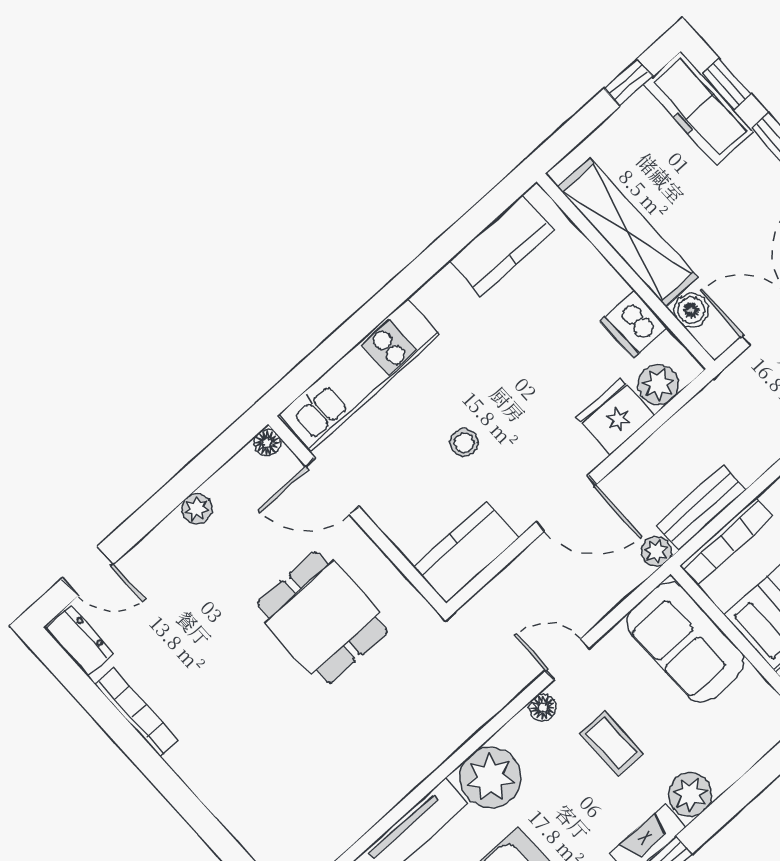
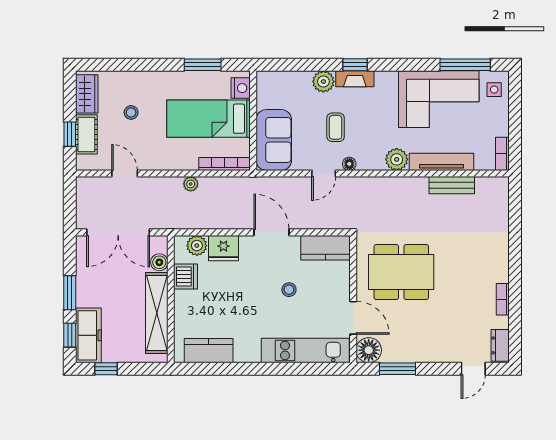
floor lamp: (267, 443) -> (369, 350), width x1.89, depth x1.89
window: (199, 470) -> (397, 369), added
bench: (701, 507) -> (452, 185), moved
plant: (197, 509) -> (411, 355), removed
plant: (656, 551) -> (191, 184), moved
door: (88, 571) -> (473, 369), swing flipped
dining table: (322, 617) -> (401, 272), width x1.37
door: (567, 659) -> (324, 174), hinge flipped
bookcase: (137, 712) -> (503, 299), width x0.64
plant: (490, 778) -> (397, 159), width x0.73, depth x0.73

